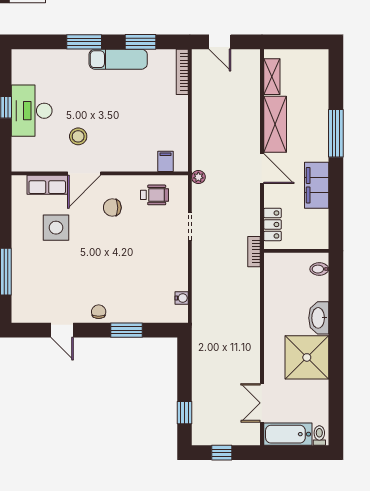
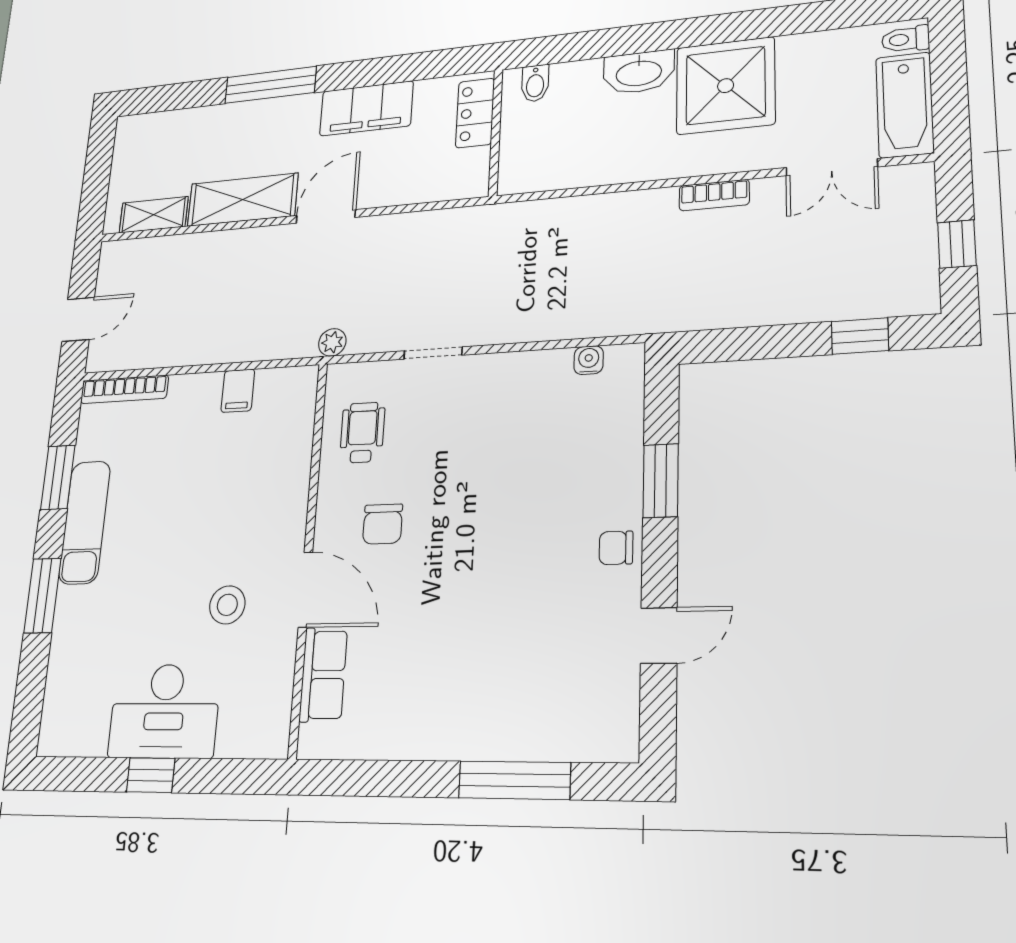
filing cabinet: (165, 161) -> (238, 391), moved, turned -90
locker: (272, 224) -> (475, 113), moved, turned -90
side table: (56, 228) -> (419, 653), removed
bookcase: (254, 252) -> (714, 195), moved

